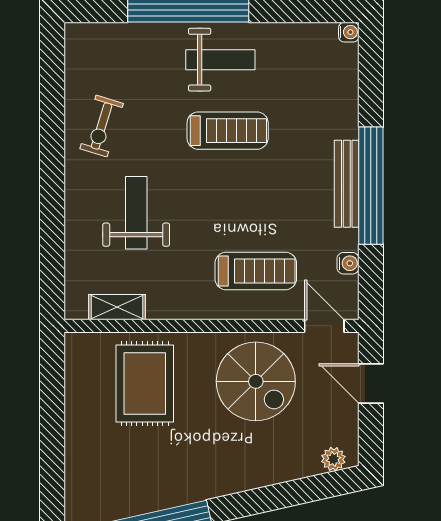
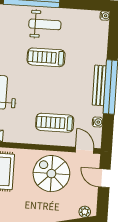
treadmill: (228, 131) -> (46, 57), turned 180
treadmill: (256, 271) -> (55, 123), turned 180
spiral stairs: (256, 381) -> (51, 174), turned 180

